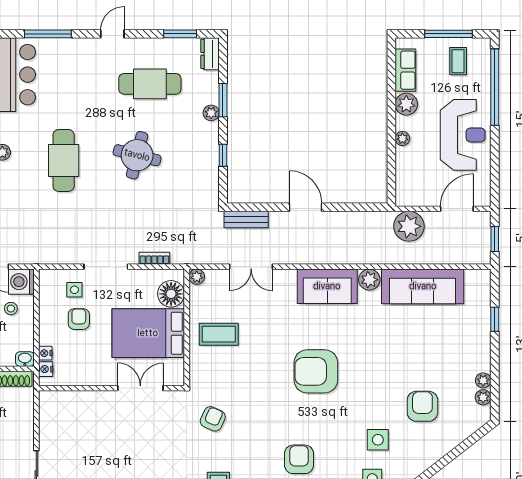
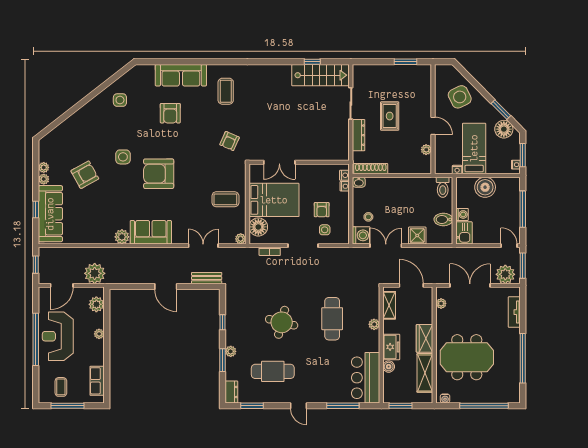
door: (112, 34) -> (299, 406), hinge flipped
window: (495, 87) -> (36, 339), moved
plant: (406, 104) -> (96, 304), moved
sofa: (423, 286) -> (50, 214), moved, turned 90
armchair: (316, 371) -> (159, 174), turned 180
plant: (483, 397) -> (44, 179), moved
armchair: (422, 406) -> (85, 175), moved, turned -119
dresser: (25, 427) -> (359, 135), added
side table: (378, 440) -> (123, 157), moved

